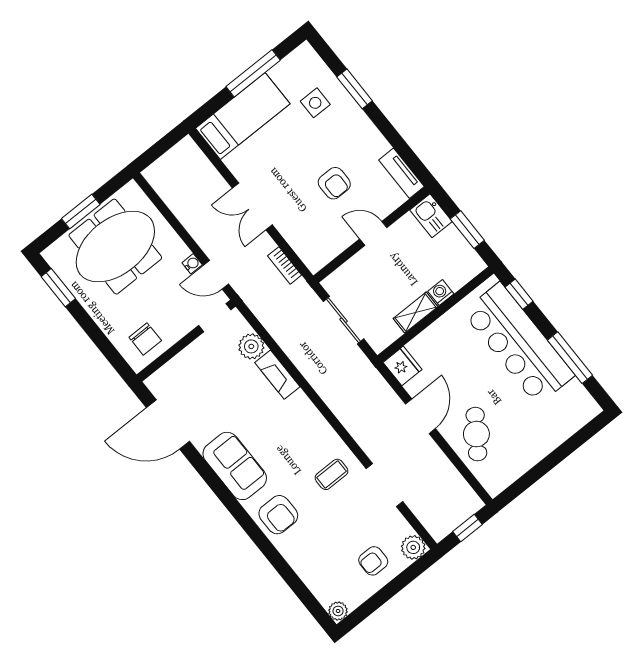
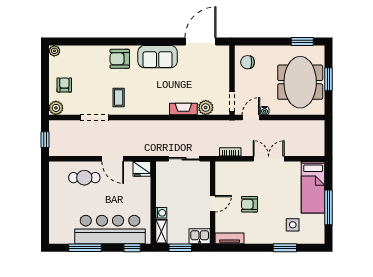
shelving: (416, 313) -> (161, 232), moved
cafe table: (476, 434) -> (84, 178), turned -35

